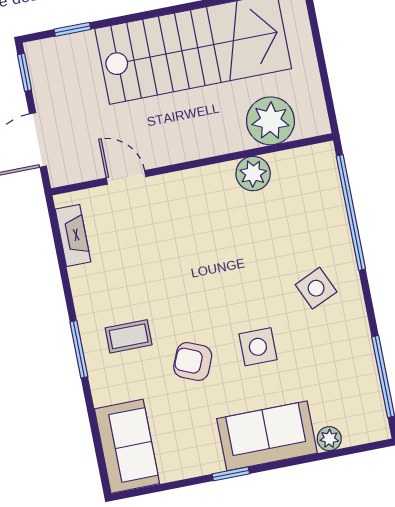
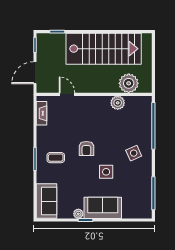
armchair: (193, 362) -> (86, 149), moved, turned -113
plant: (329, 439) -> (78, 214), moved

